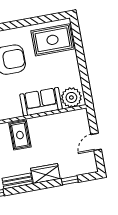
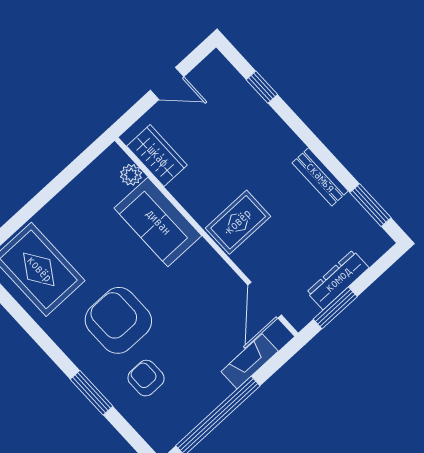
plant: (71, 97) -> (131, 175), width x0.53, depth x0.53
wardrobe: (45, 174) -> (157, 156), moved, turned 180

